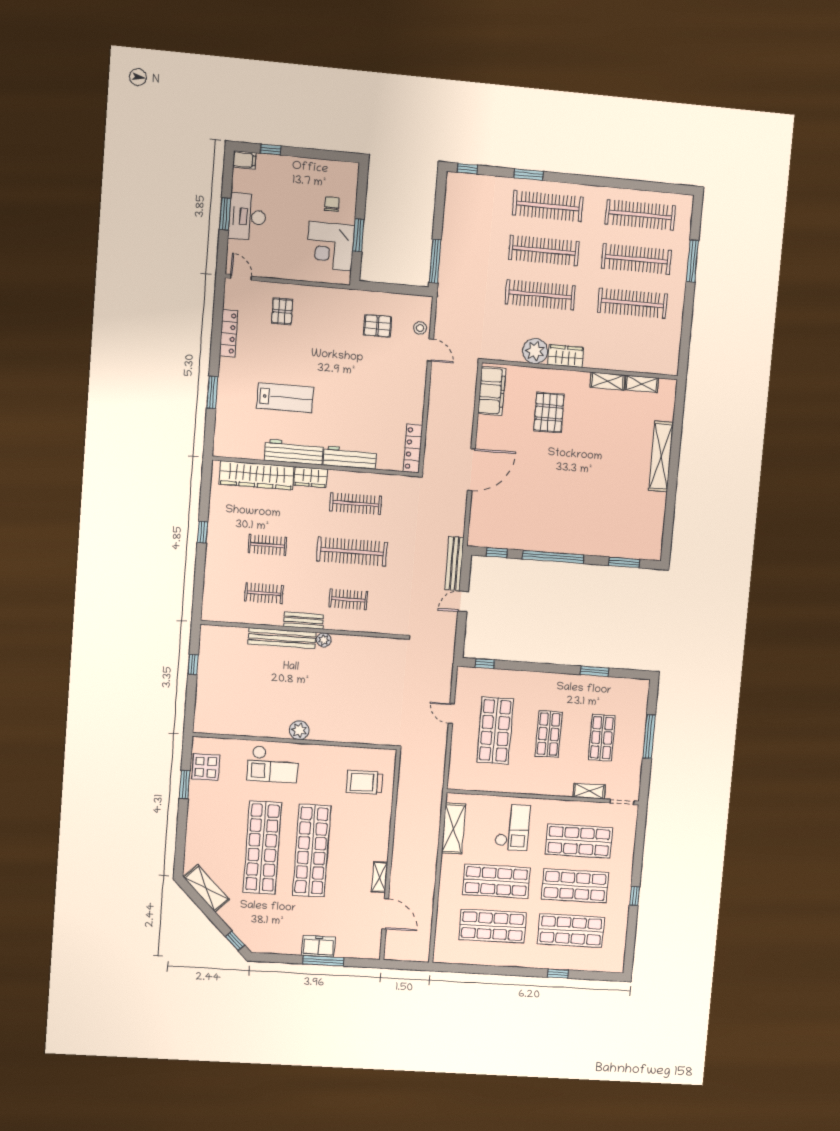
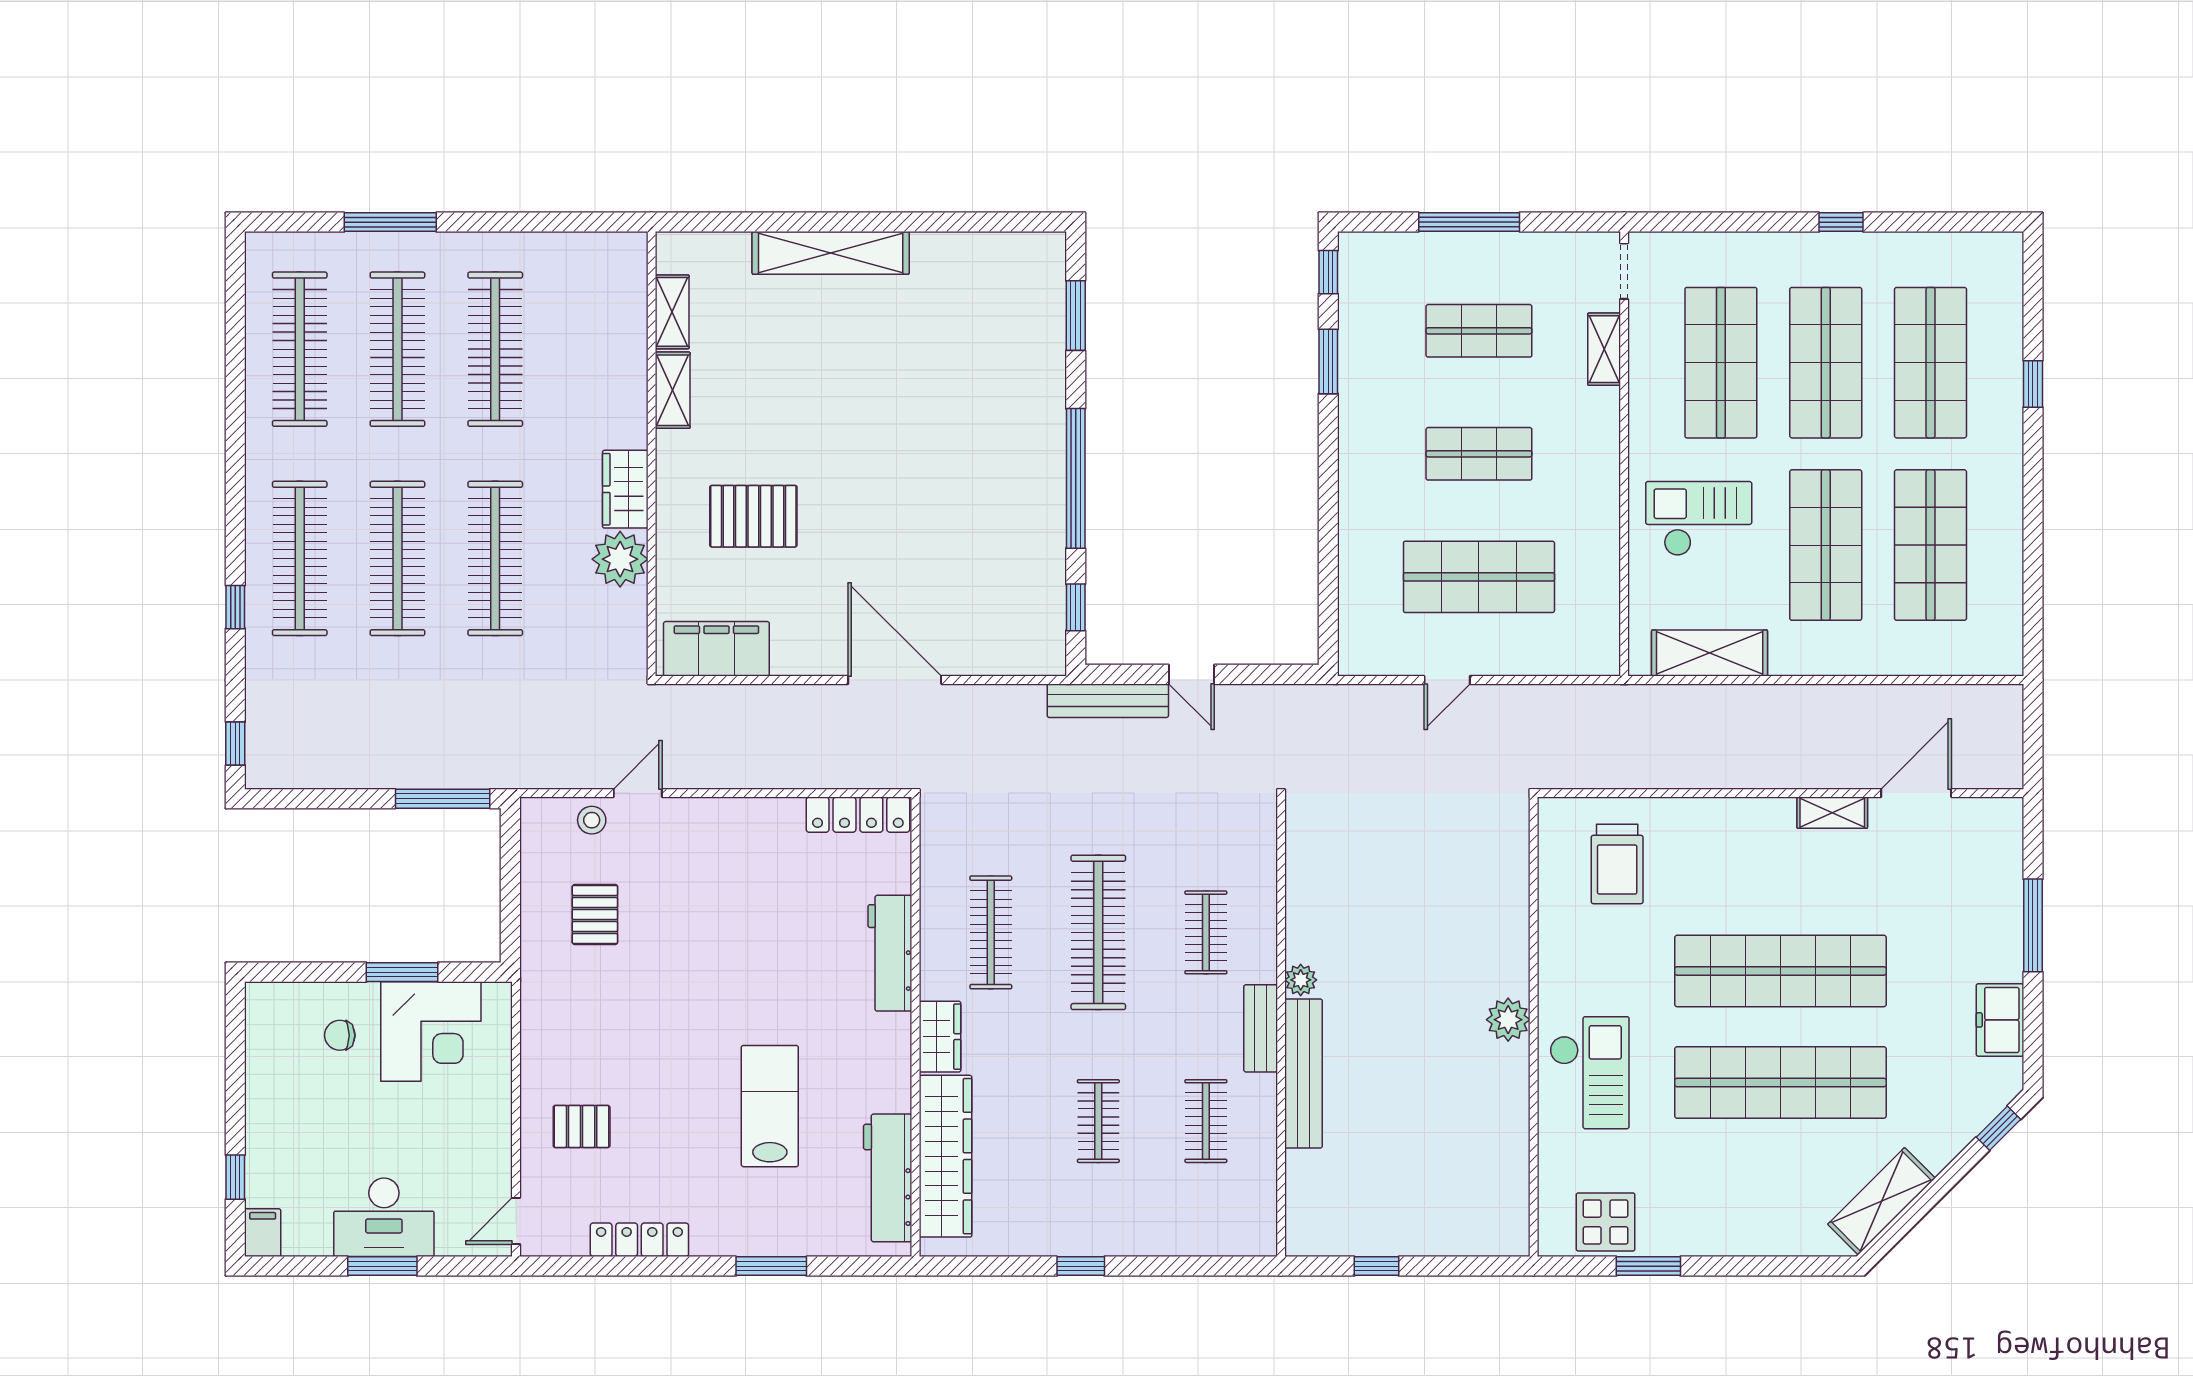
window: (529, 175) -> (235, 607), width x0.67
workbench: (294, 452) -> (888, 1178), moved
window: (485, 664) -> (1328, 272), moved
freezer: (319, 946) -> (2000, 1020), moved

